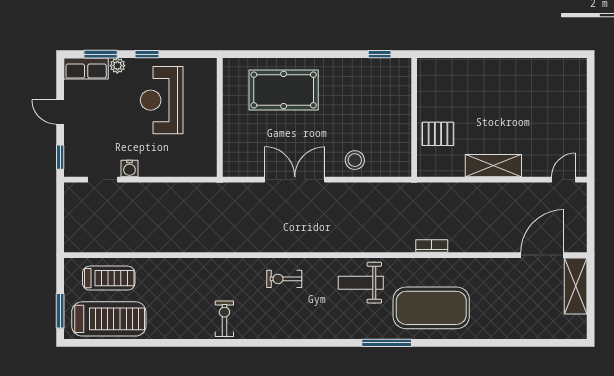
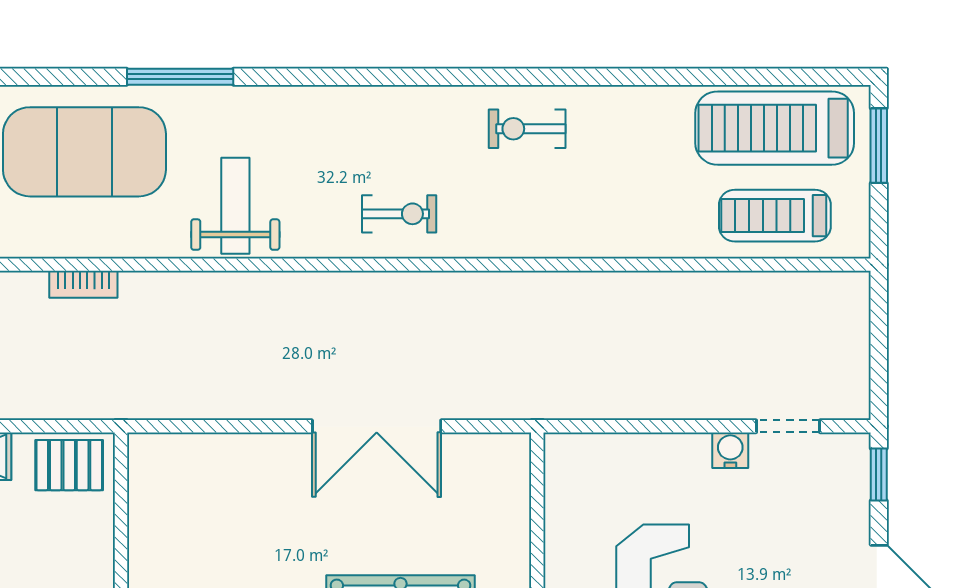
pallet: (438, 134) -> (69, 465), moved
stool: (355, 160) -> (248, 468), removed
weight bench: (361, 283) -> (235, 206), turned -90
exercise bike: (224, 319) -> (527, 129), turned 90

